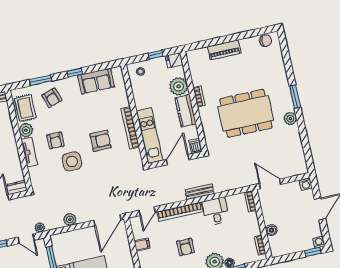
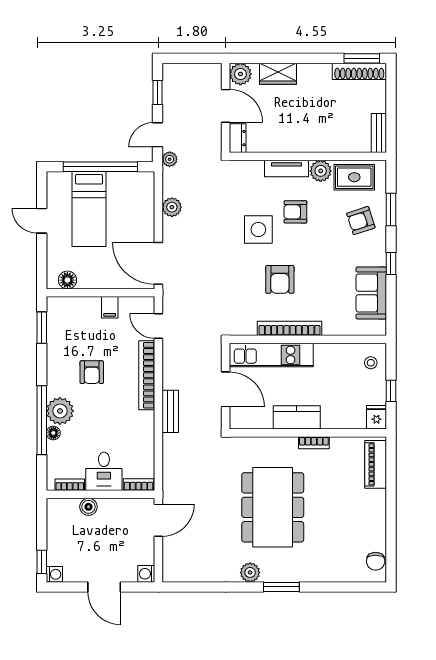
piano: (224, 50) -> (376, 464), moved
plant: (179, 86) -> (336, 415), removed
dishwasher: (196, 146) -> (240, 421), removed
desk: (216, 211) -> (104, 471), moved, turned 90
armchair: (186, 247) -> (92, 372), turned -90

